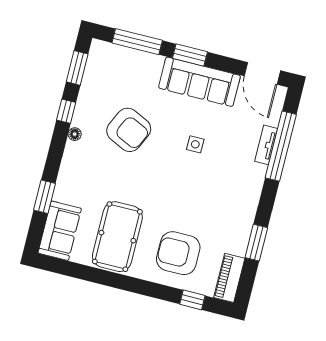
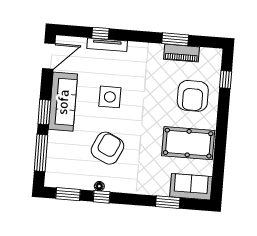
floor lamp: (75, 134) -> (99, 186), moved
side table: (195, 144) -> (110, 97), width x1.87, depth x1.87
tv unit: (266, 145) -> (107, 45), width x1.41
window: (281, 146) -> (100, 33), width x0.32
piano: (229, 278) -> (182, 53), moved

